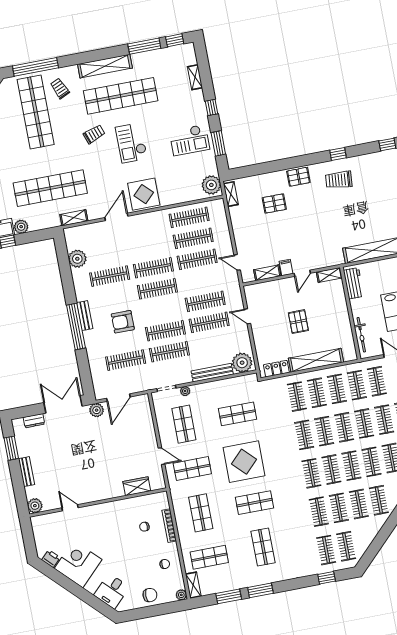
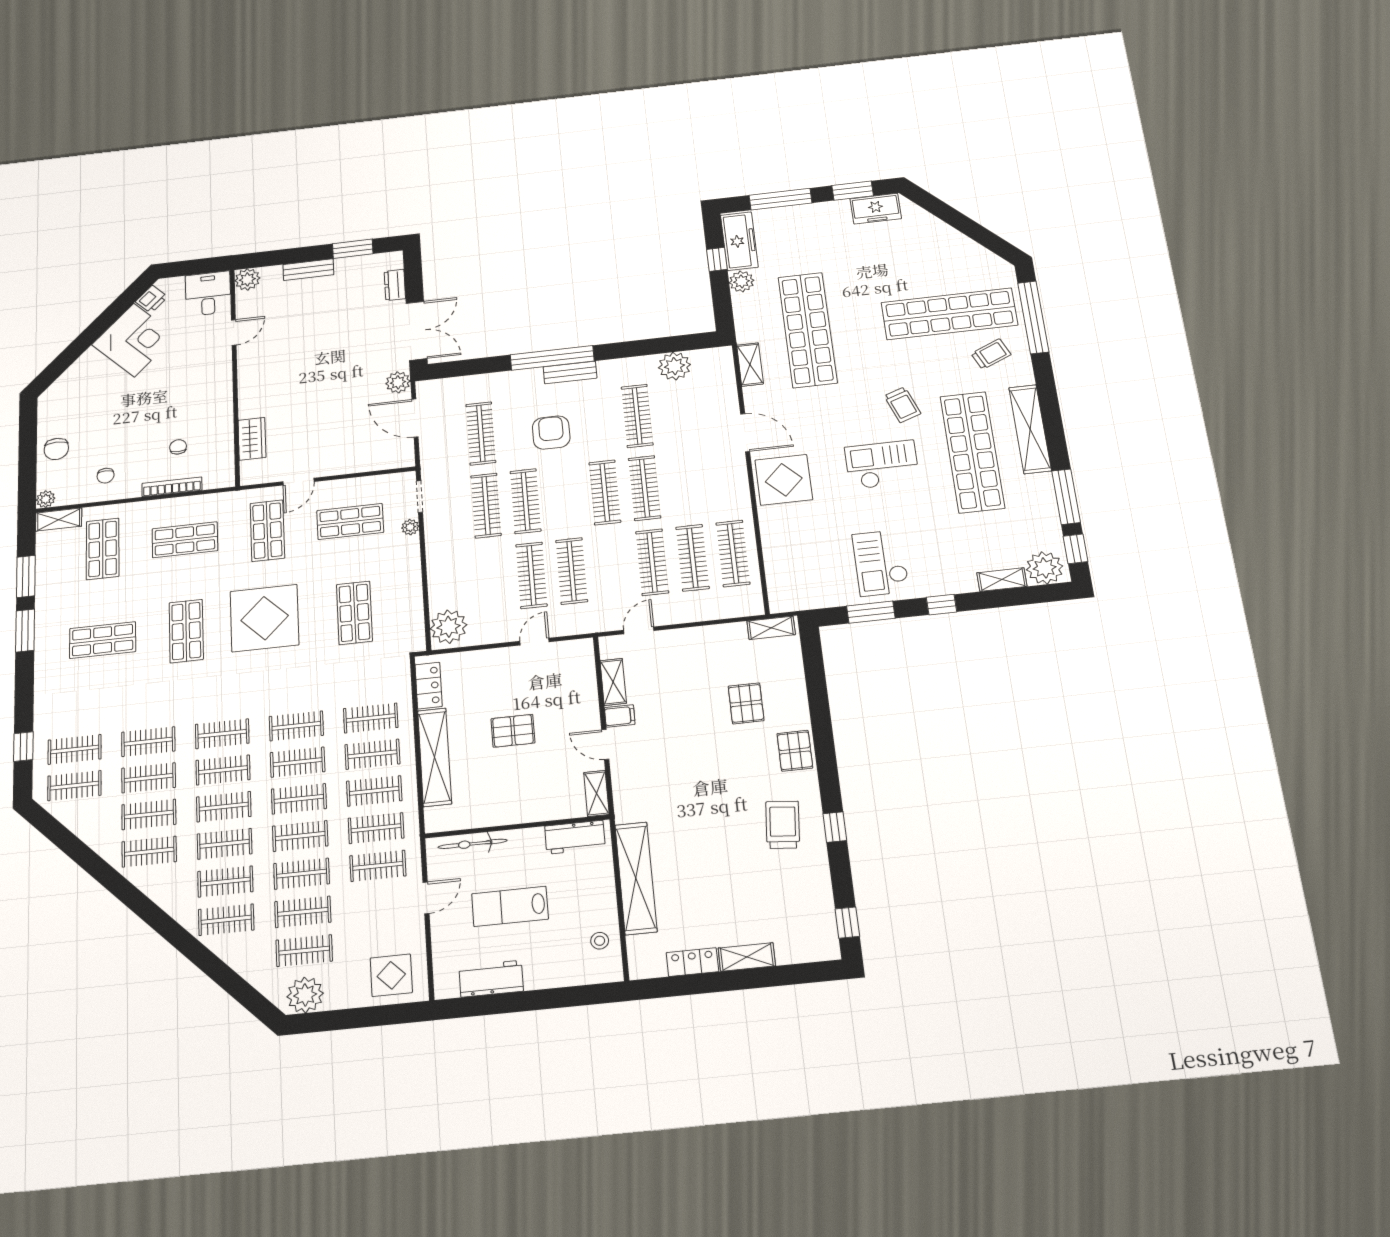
plant: (211, 185) -> (1045, 568), moved
bench: (212, 373) -> (437, 575), removed
desk: (112, 591) -> (208, 294), moved, turned 45

